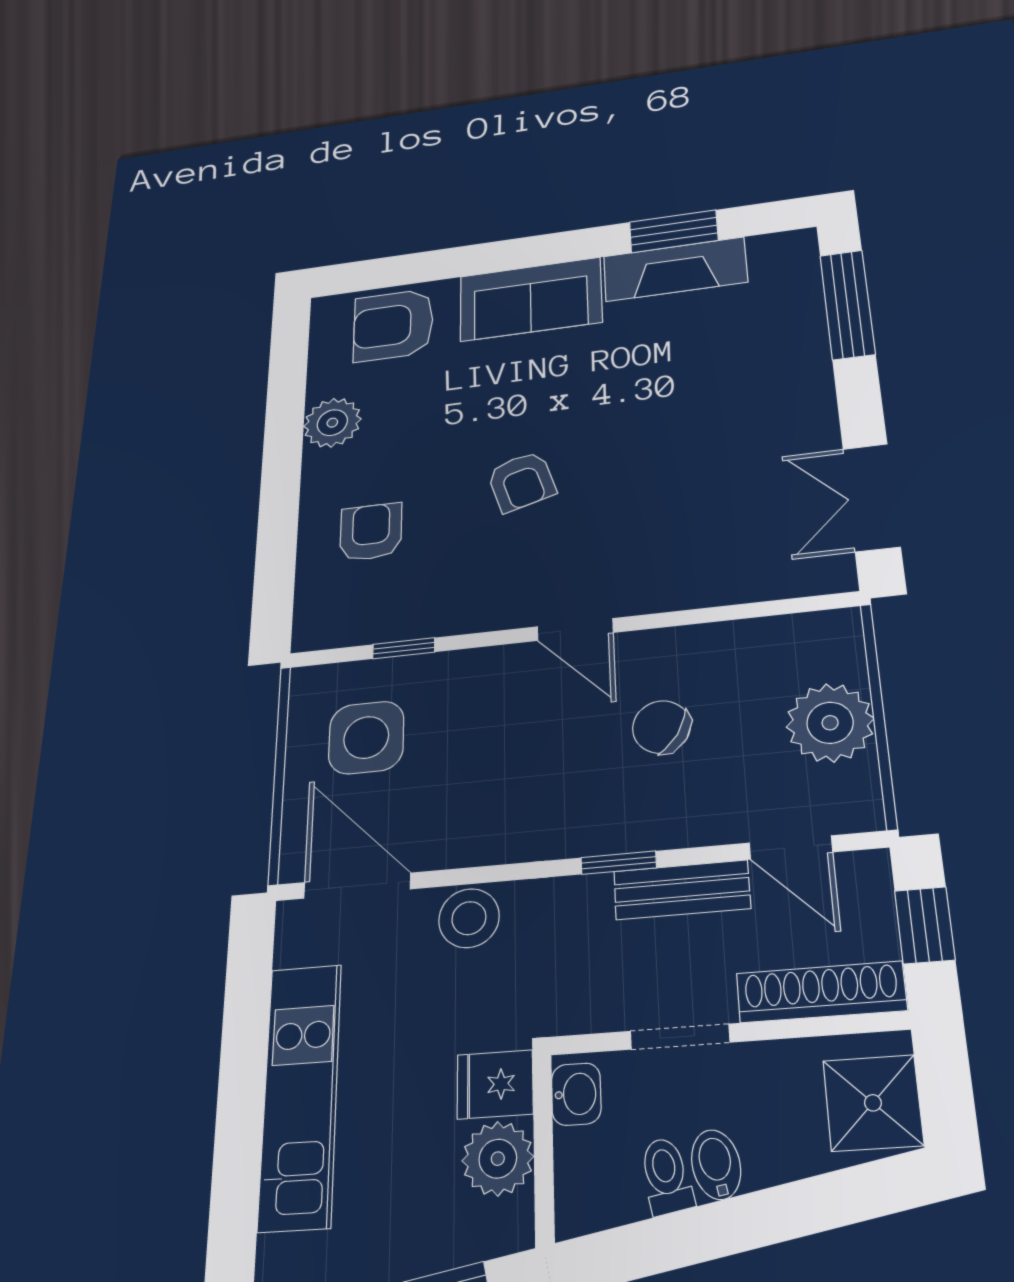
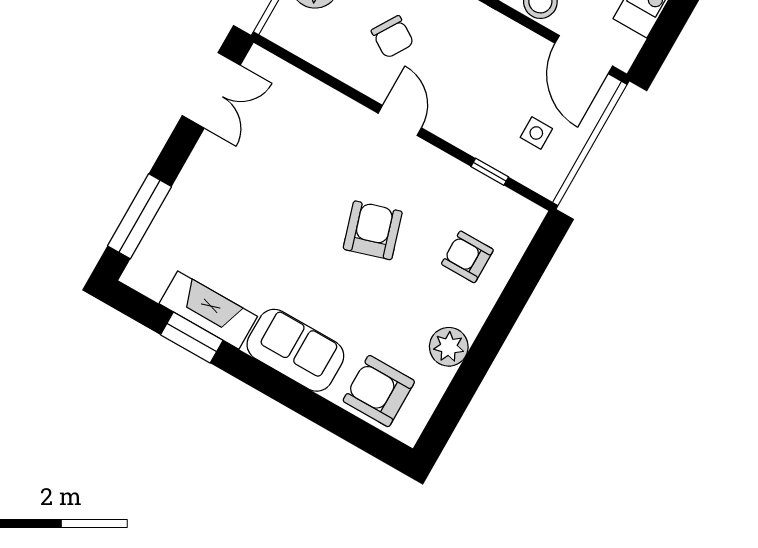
armchair: (393, 325) -> (379, 391), turned 180
armchair: (521, 481) -> (373, 230), width x1.38, depth x1.38
armchair: (371, 532) -> (467, 257), turned 90
side table: (366, 737) -> (536, 133), width x0.54, depth x0.54

